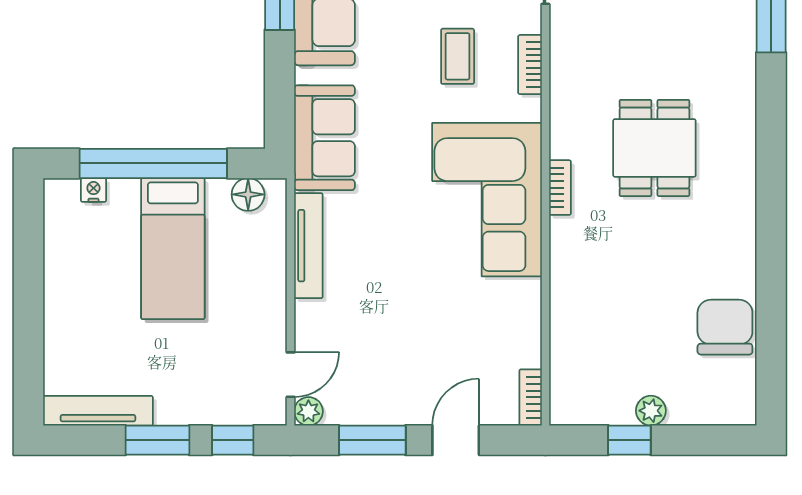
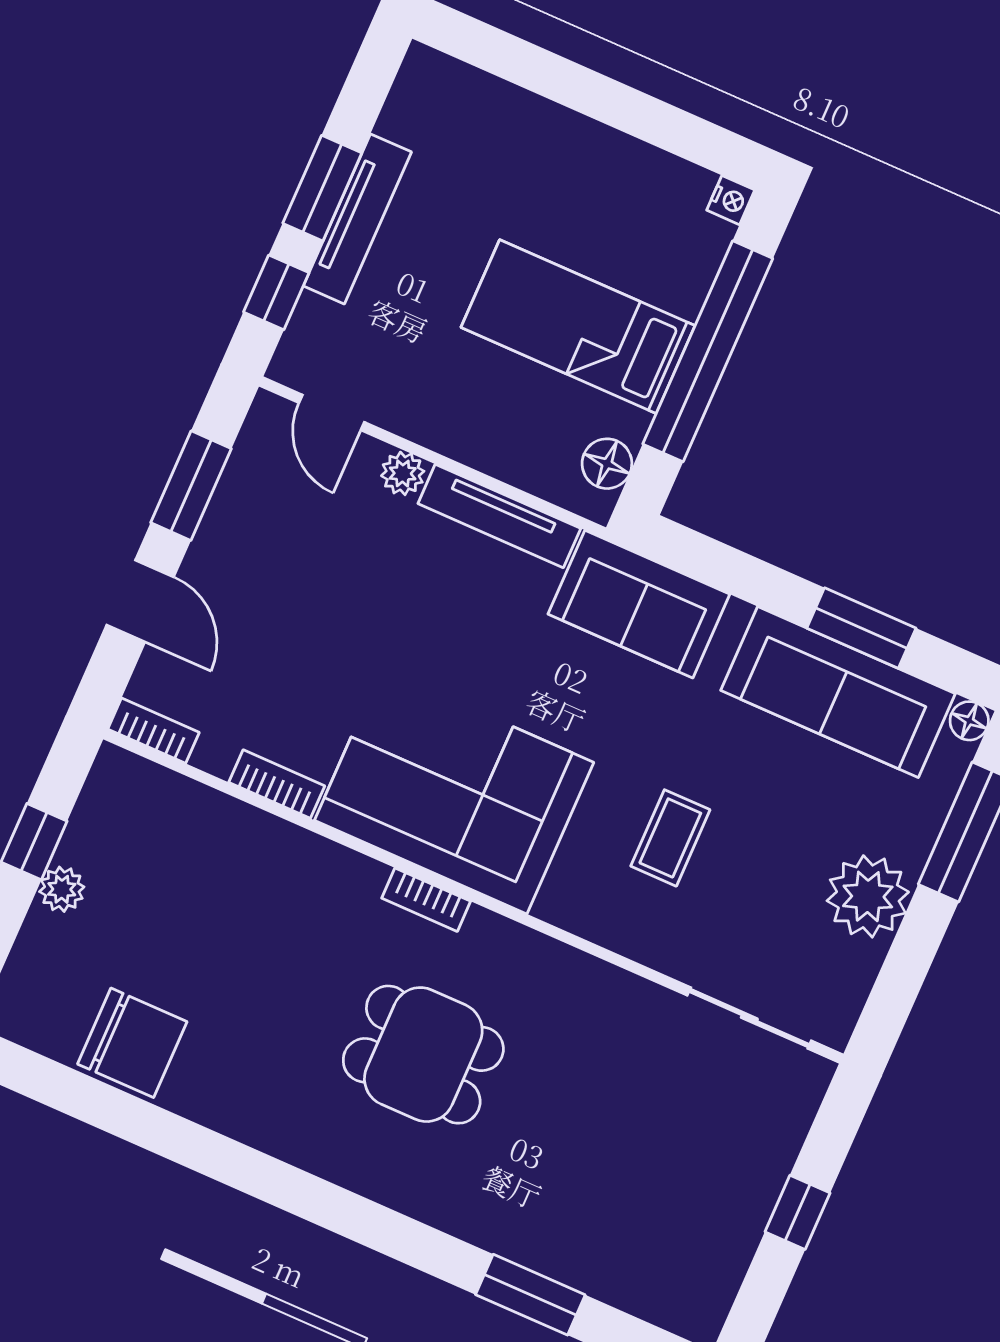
coffee table: (458, 56) -> (670, 838), turned 90
bookcase: (530, 65) -> (277, 784), moved
nightstand: (93, 190) -> (731, 200), moved
tv unit: (98, 411) -> (357, 219), moved
plant: (308, 411) -> (403, 473), moved

